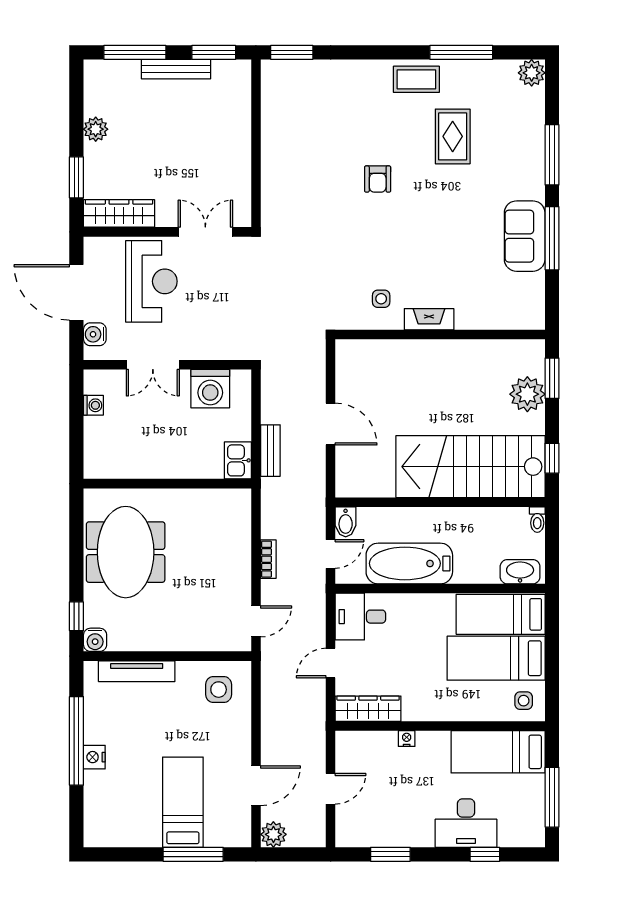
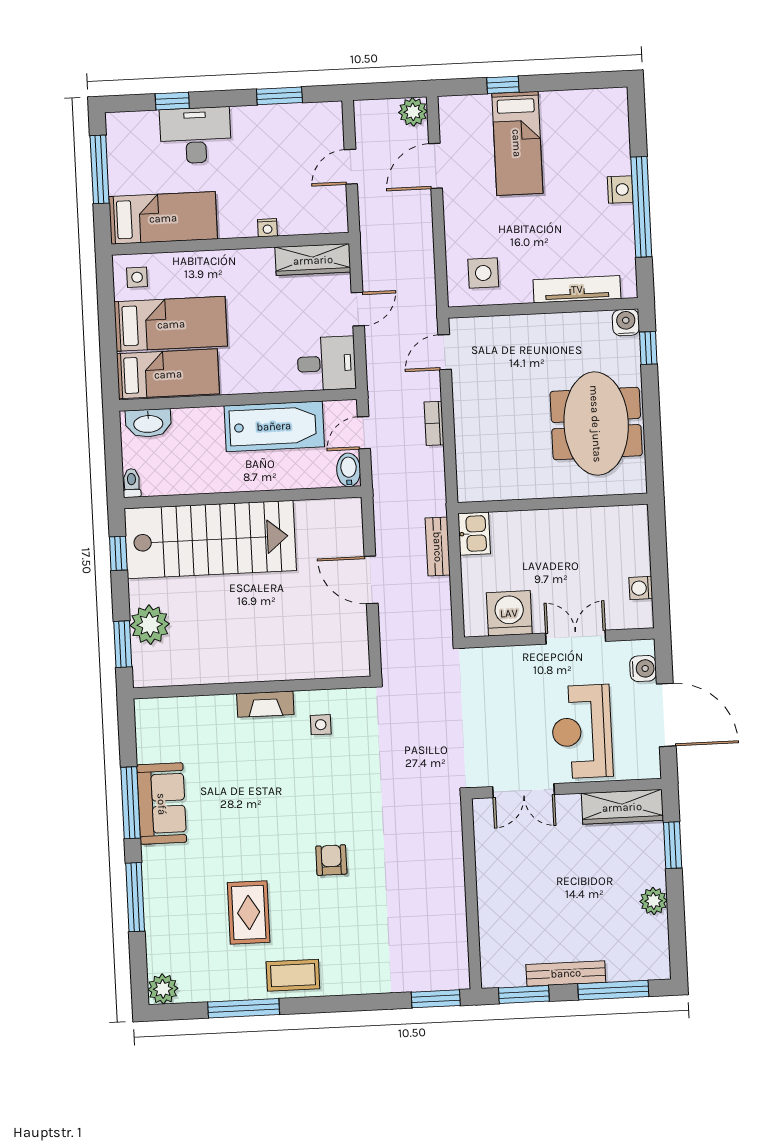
window: (193, 854) -> (503, 85), width x0.46

